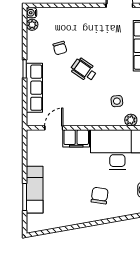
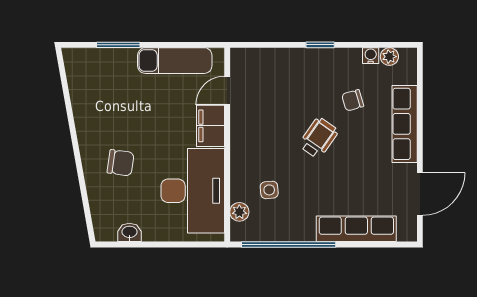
water cooler: (32, 13) -> (371, 56), moved
row of seats: (34, 88) -> (405, 124), moved, turned 90
door: (54, 128) -> (227, 91), swing flipped
exam couch: (35, 190) -> (175, 61), moved

